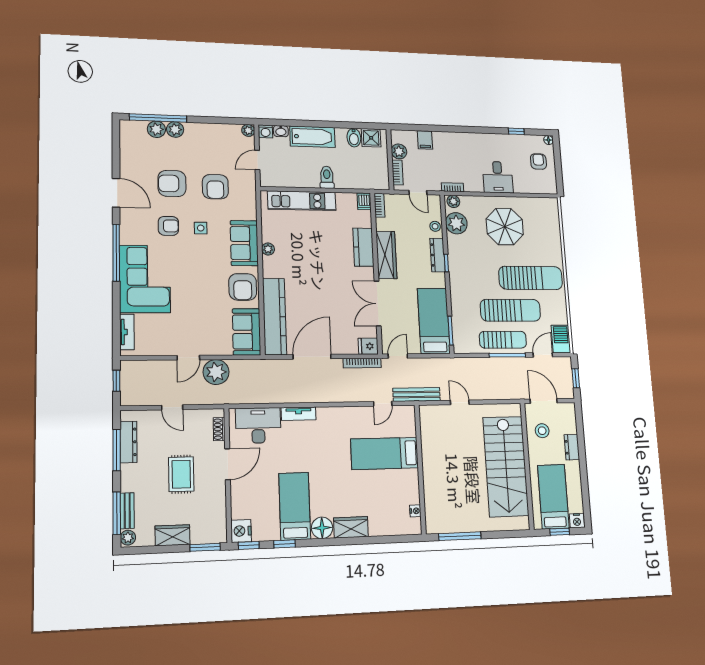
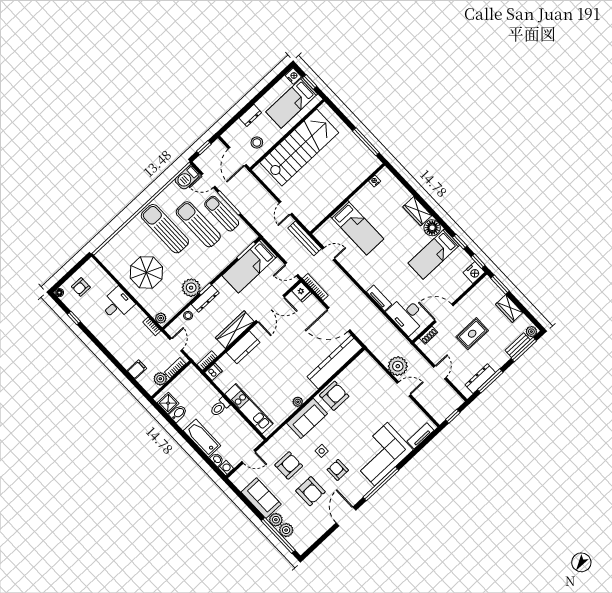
plant: (248, 130) -> (235, 478), removed
plant: (456, 223) -> (191, 288), moved
sofa: (247, 332) -> (261, 498), moved, turned -90

